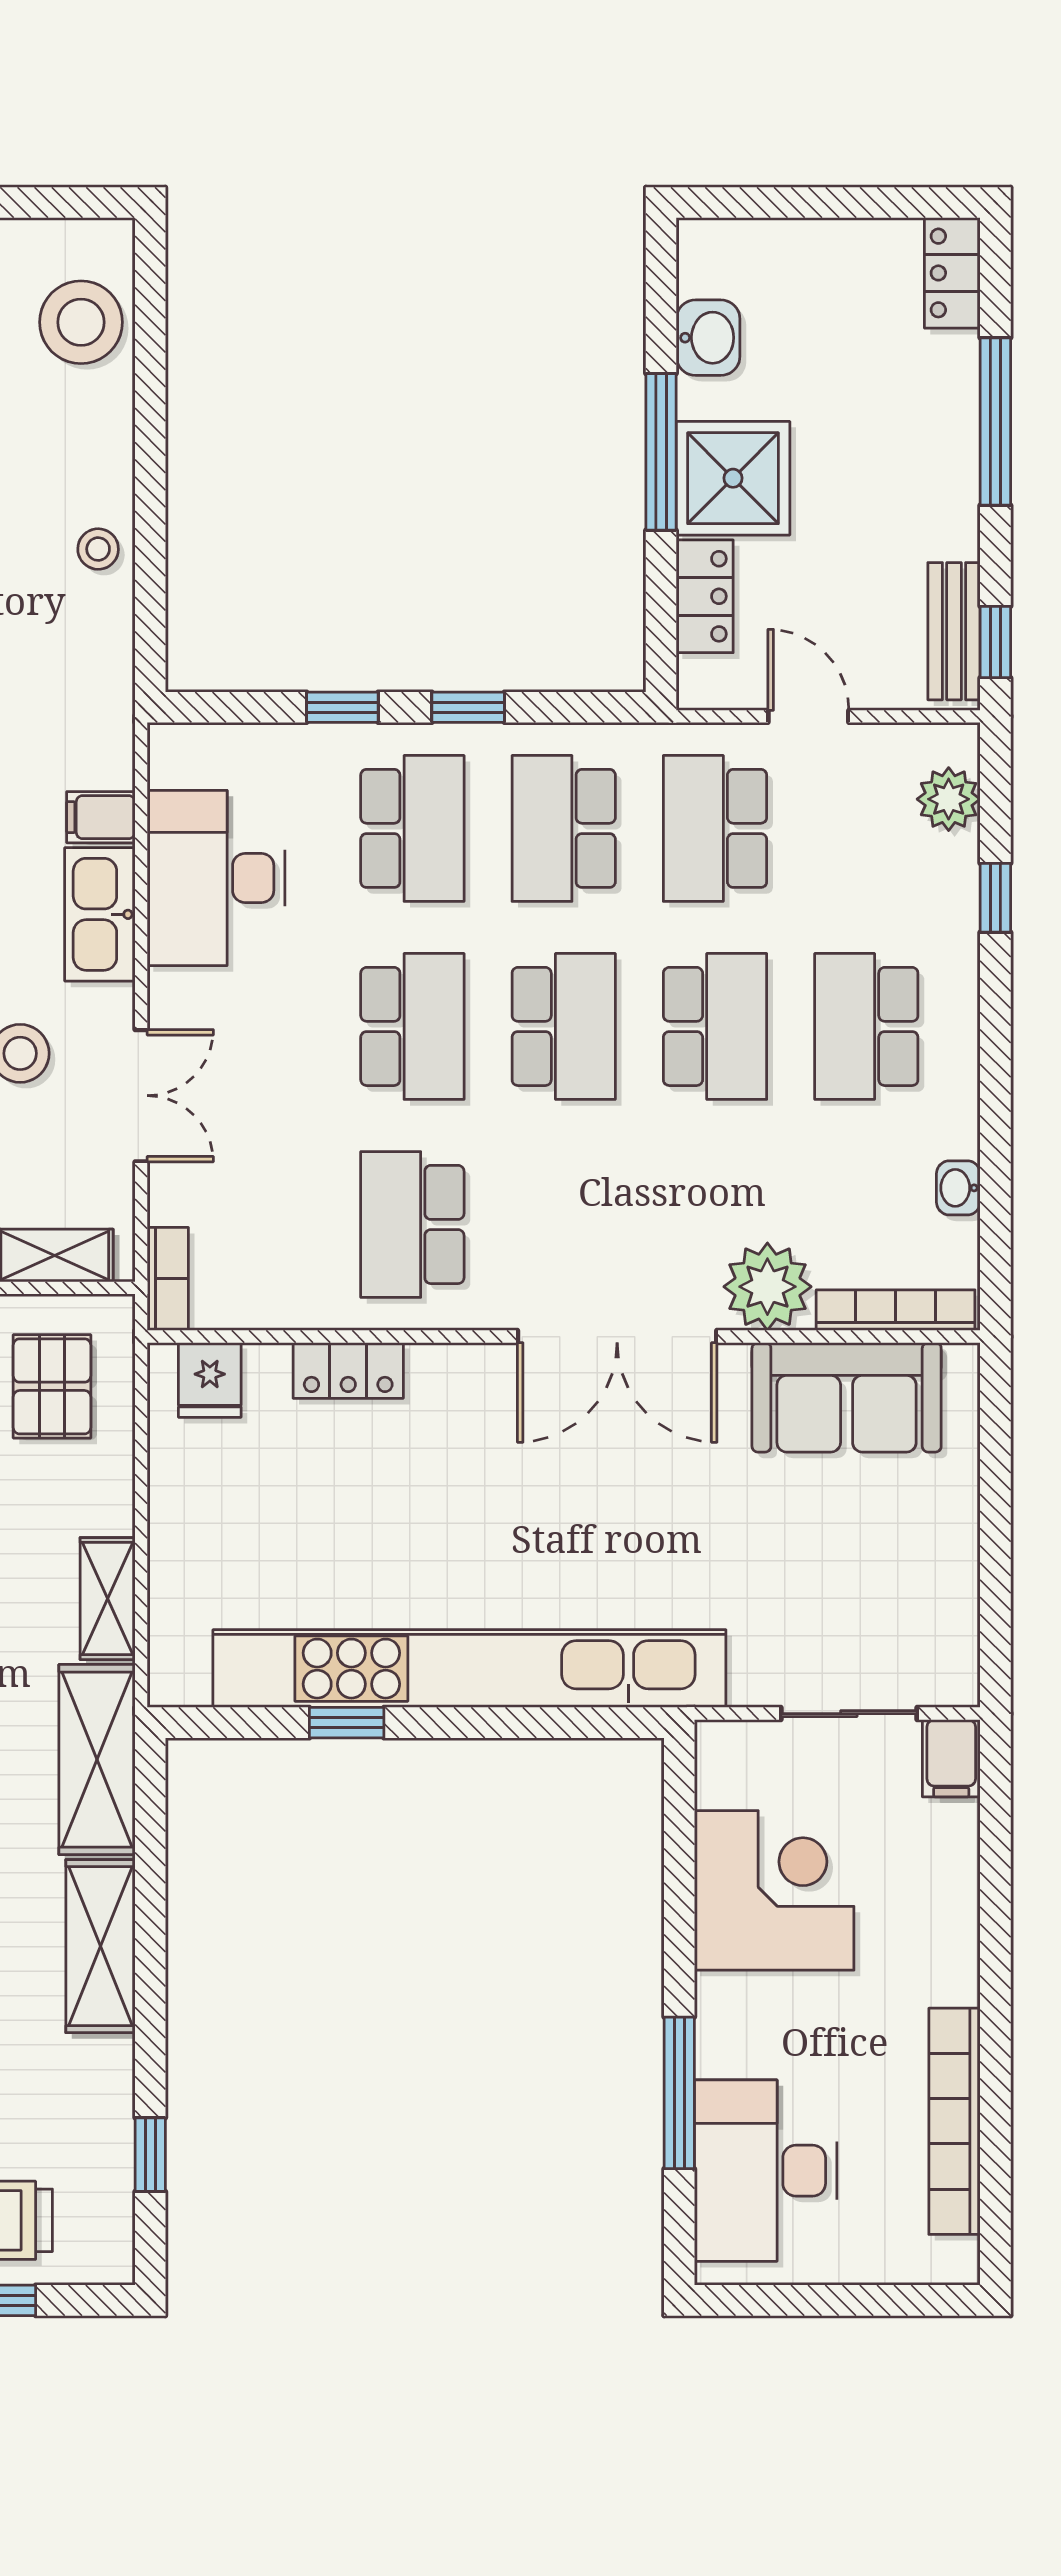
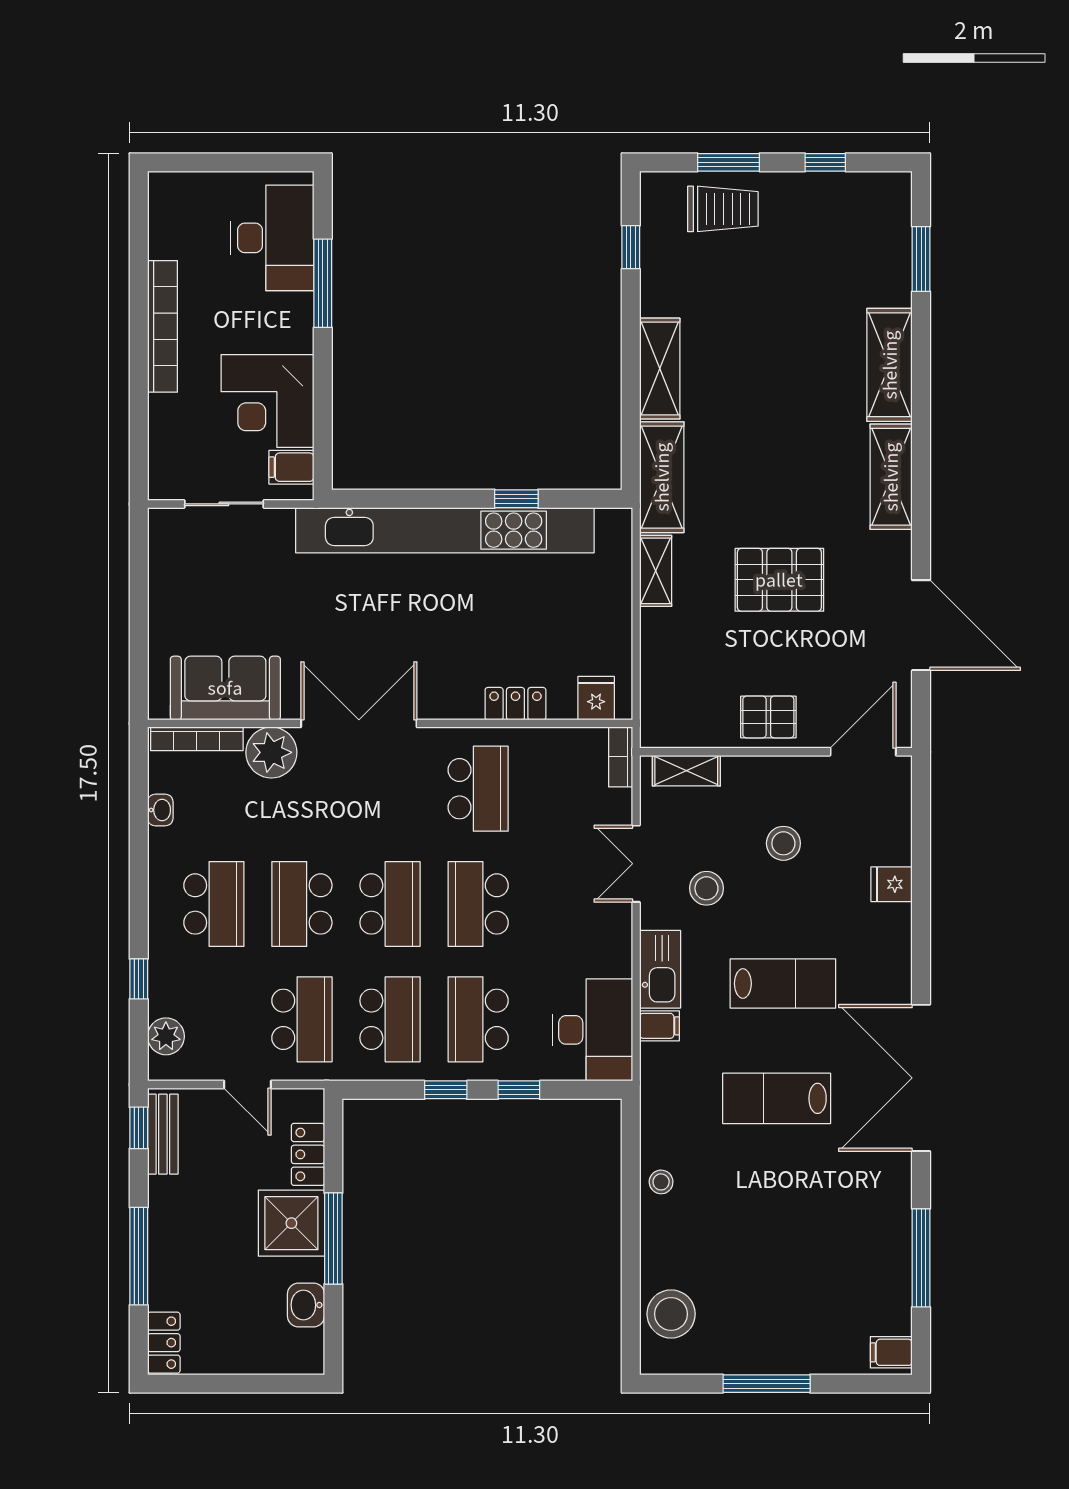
desk: (216, 878) -> (592, 1030), moved
school desk: (564, 1026) -> (390, 904), turned 180
pallet: (52, 1386) -> (688, 694), removed
filing cabinet: (951, 1758) -> (291, 467), moved, turned -90
bookcase: (955, 2121) -> (162, 326), moved

